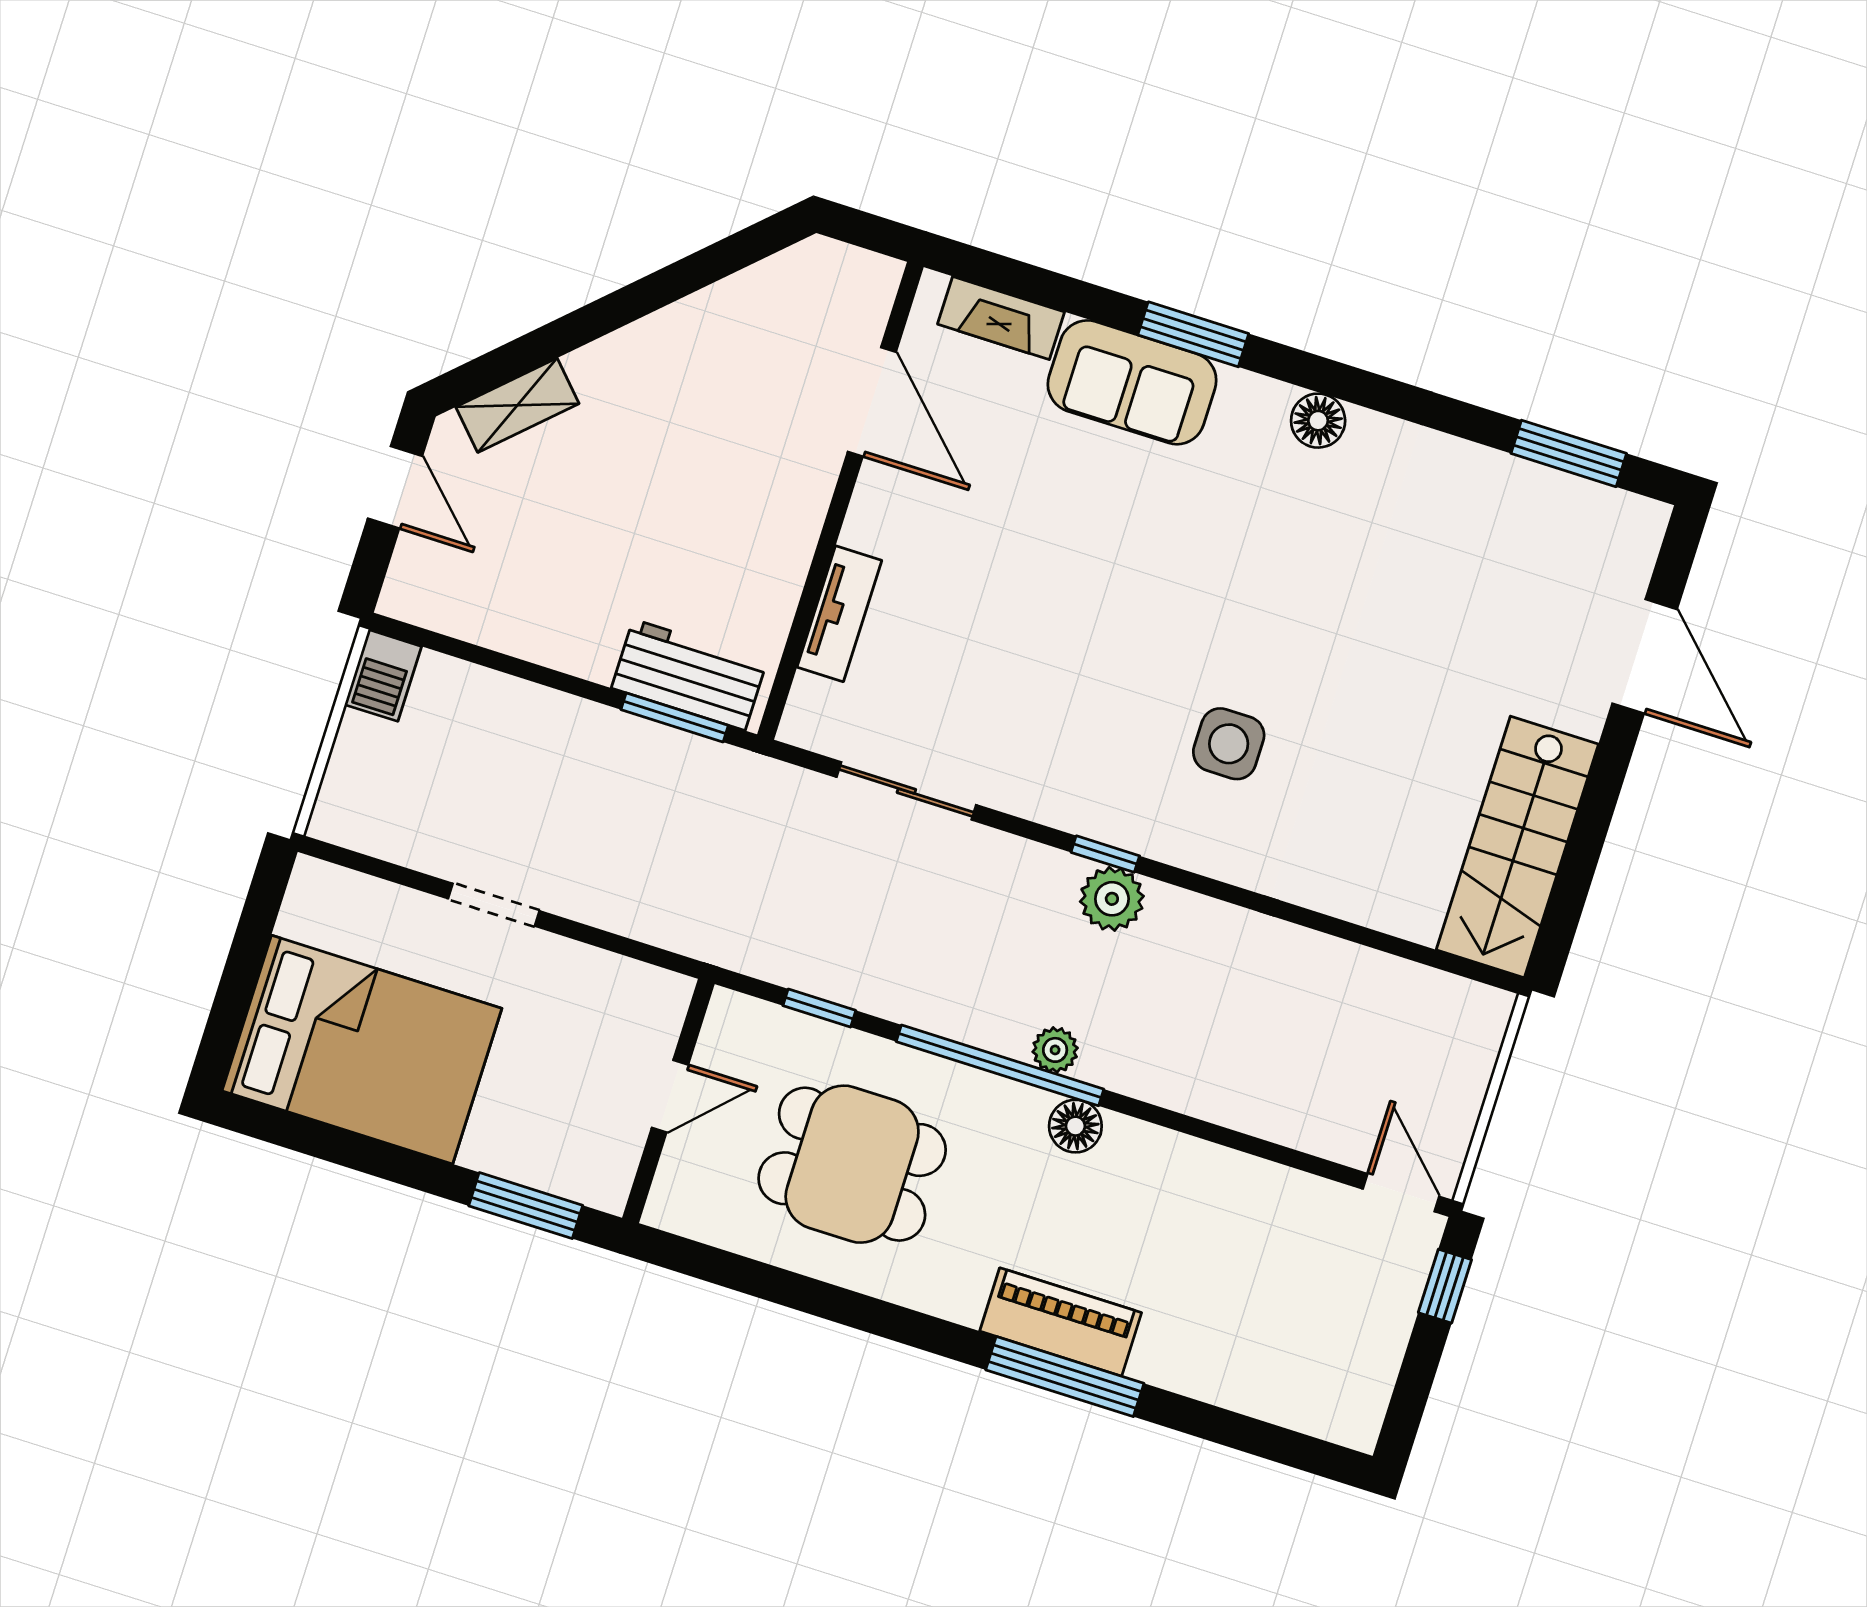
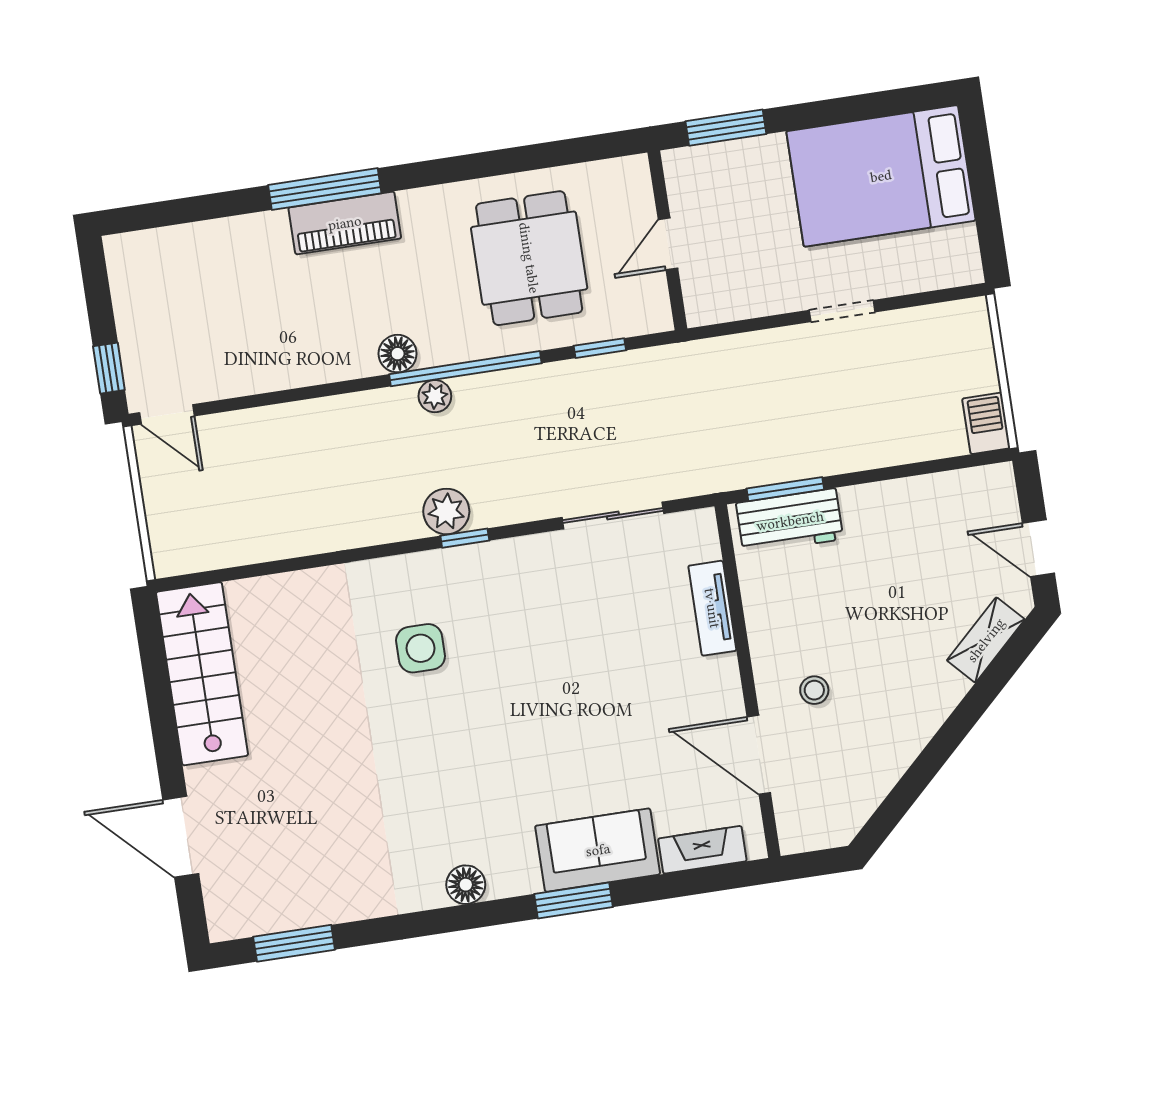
stool: (763, 448) -> (814, 690), added
dining table: (852, 1164) -> (529, 258), turned 90

